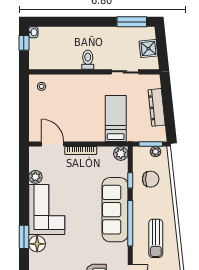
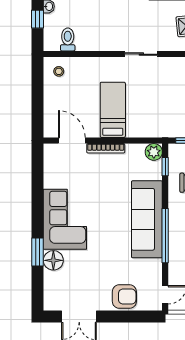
toilet: (88, 60) -> (68, 39), moved
sliding door: (125, 72) -> (141, 54), moved
bed: (116, 118) -> (113, 110), moved
plant: (35, 177) -> (51, 180), removed
window: (130, 180) -> (165, 167), moved

